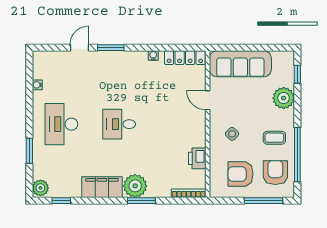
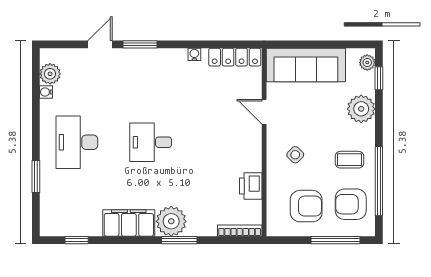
plant: (288, 62) -> (367, 62), added
armchair: (275, 173) -> (351, 204), turned -90
armchair: (241, 174) -> (306, 206), turned 180
plant: (40, 188) -> (50, 74), moved

